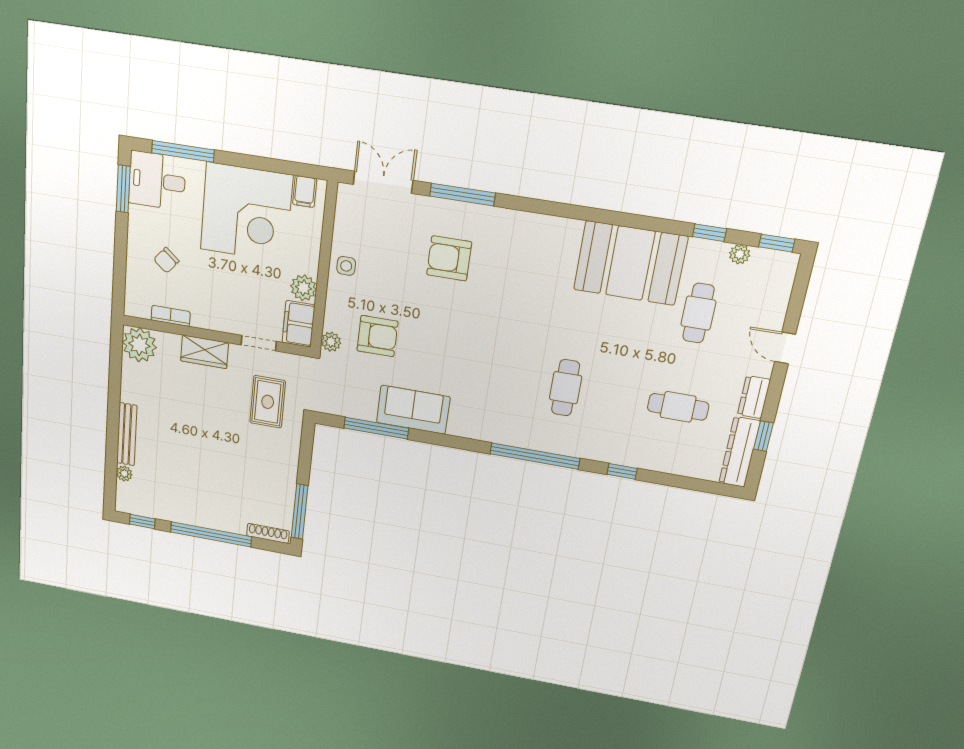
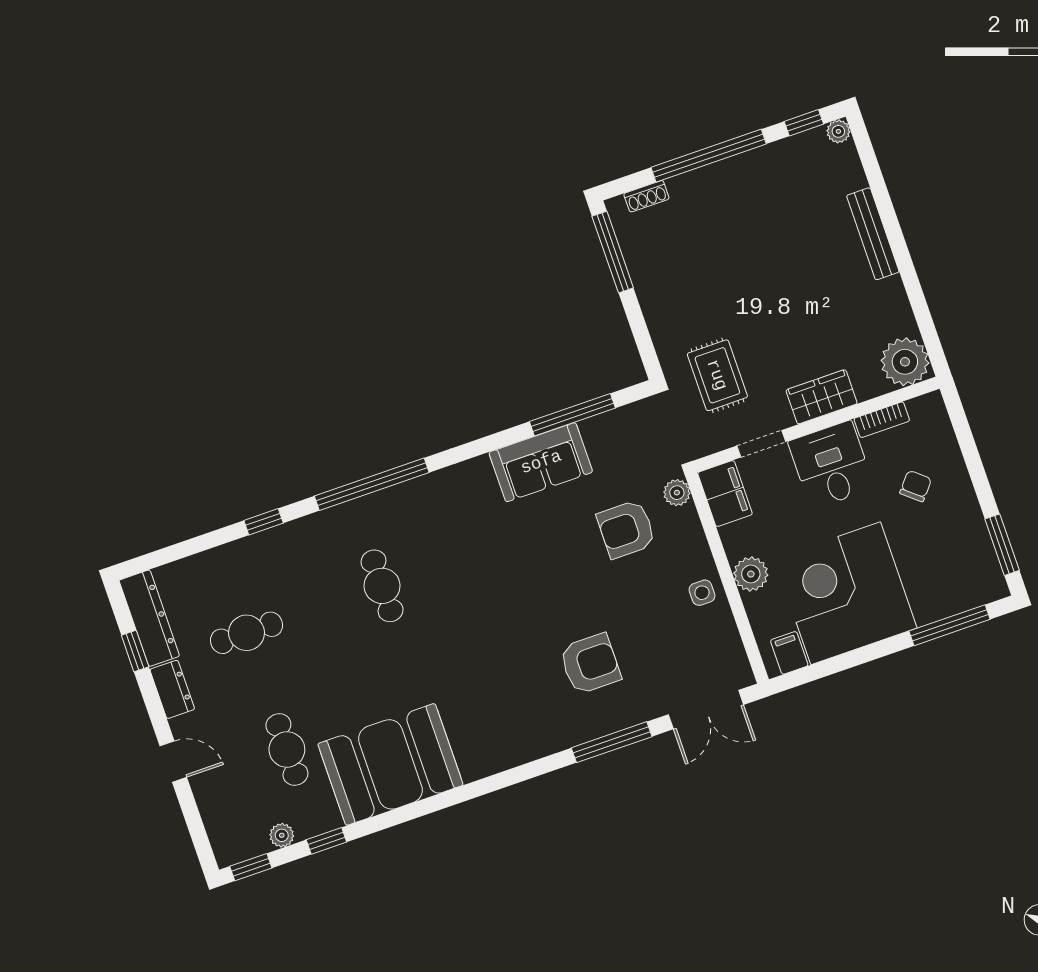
desk: (157, 181) -> (831, 465), moved, turned -90
plant: (303, 288) -> (751, 574), moved
plant: (124, 473) -> (838, 131), moved
shoe rack: (268, 533) -> (646, 196), width x0.70

